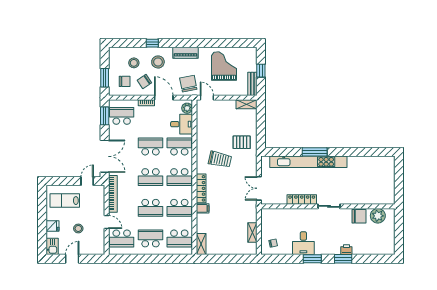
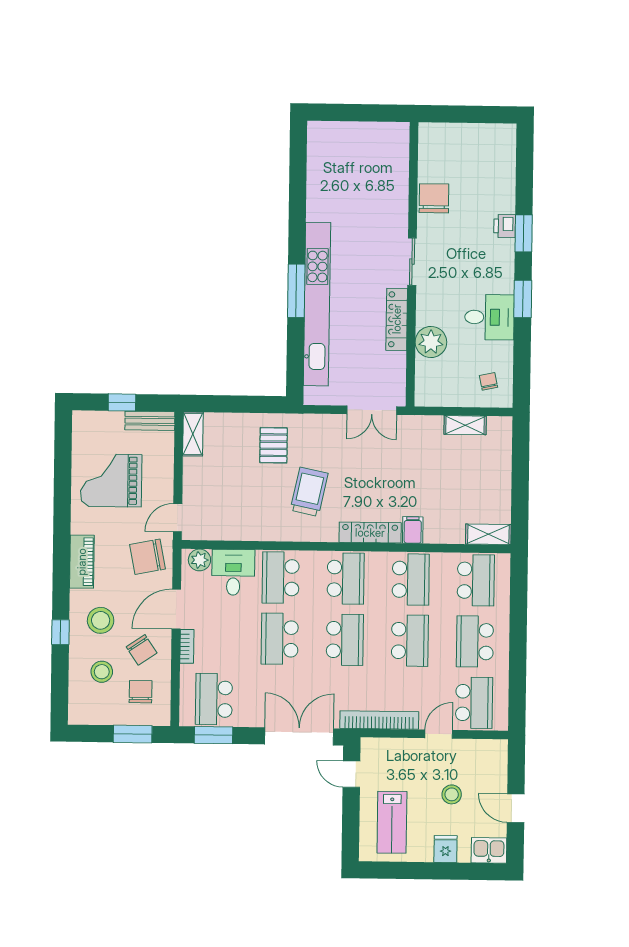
plant: (378, 216) -> (431, 342), moved

